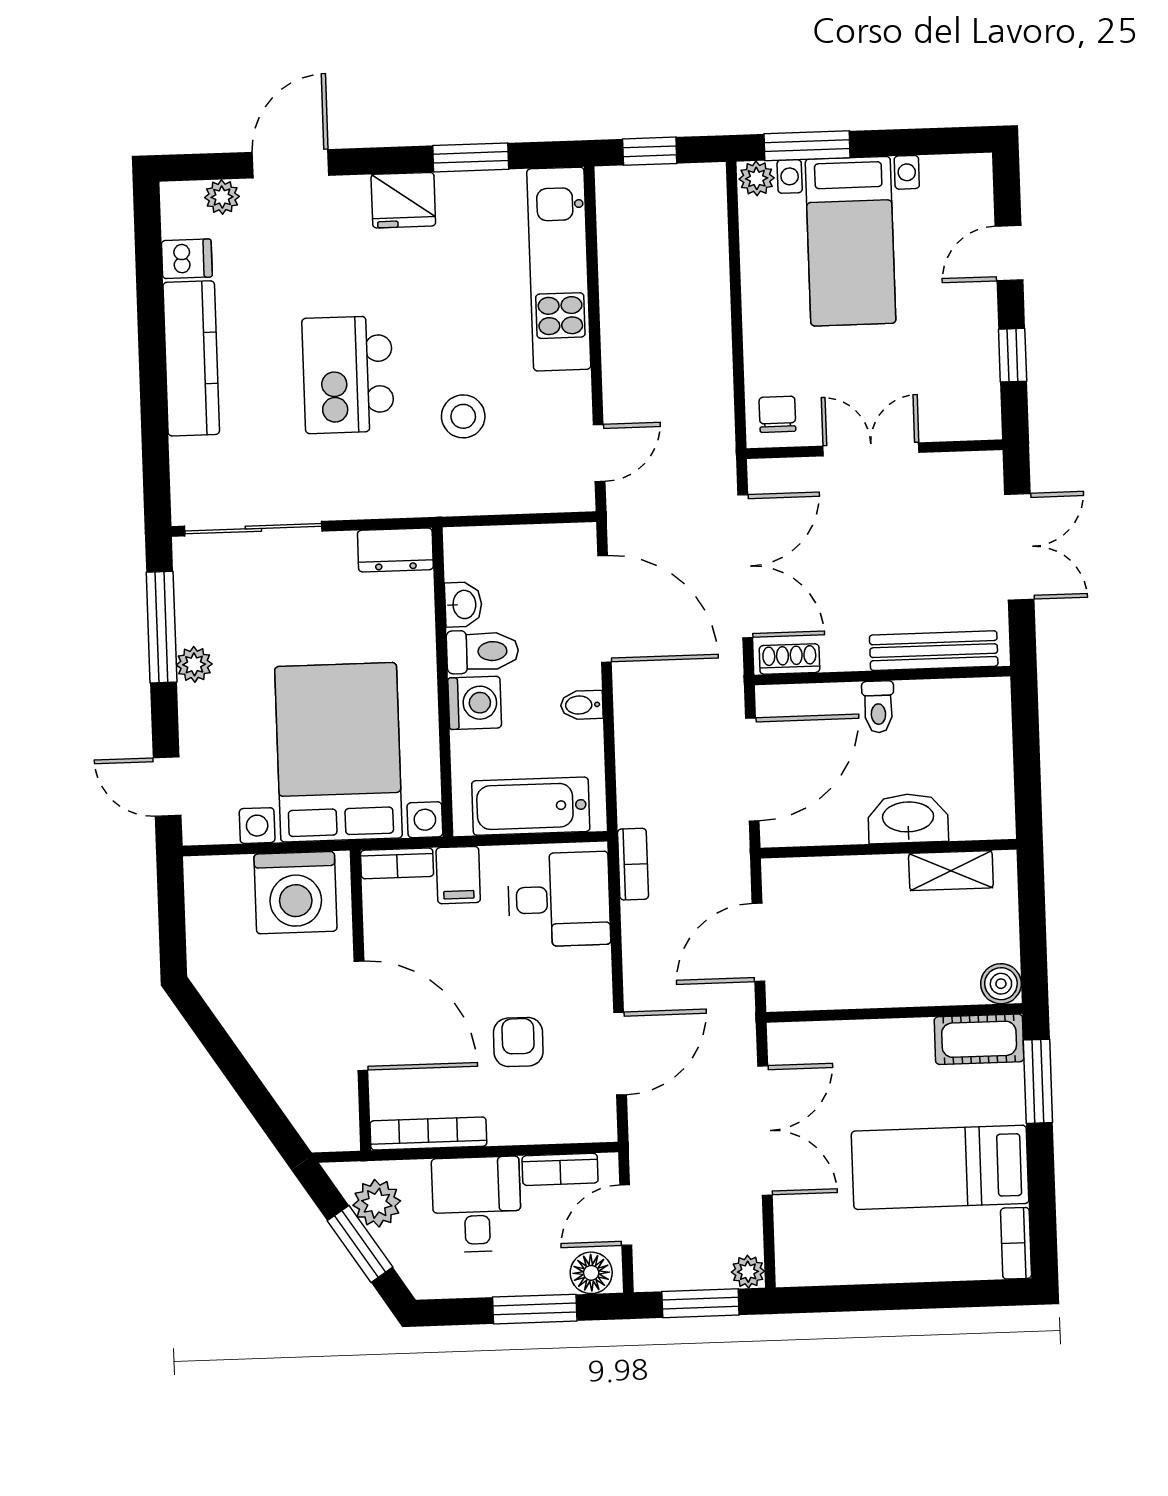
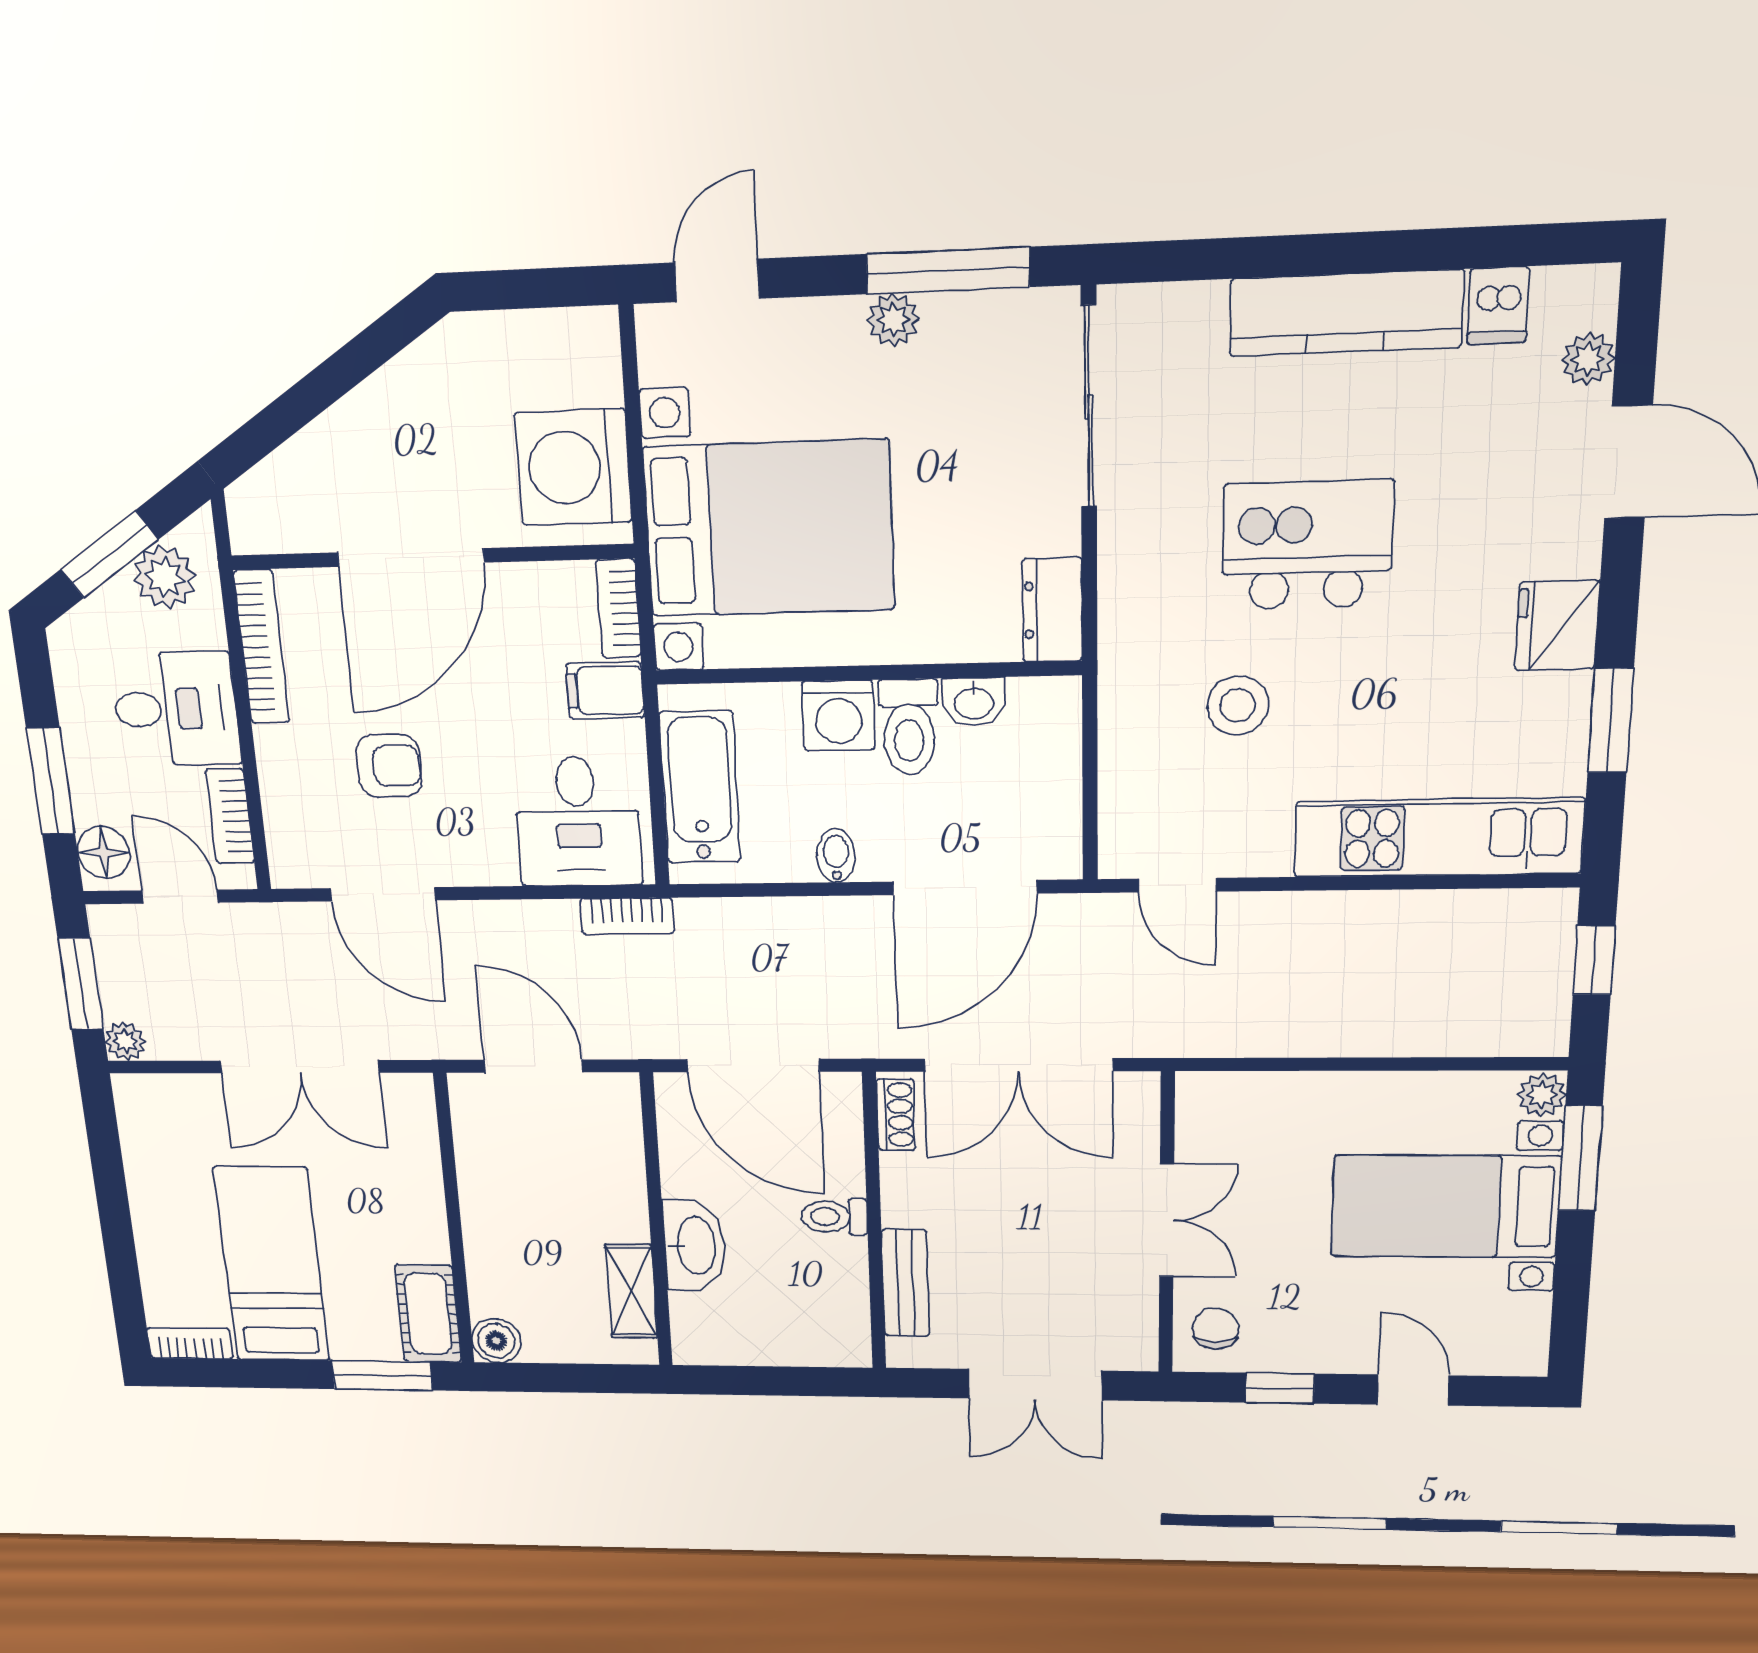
chair: (777, 414) -> (1215, 1329), moved, turned -90
bench: (934, 651) -> (905, 1283), width x0.73

